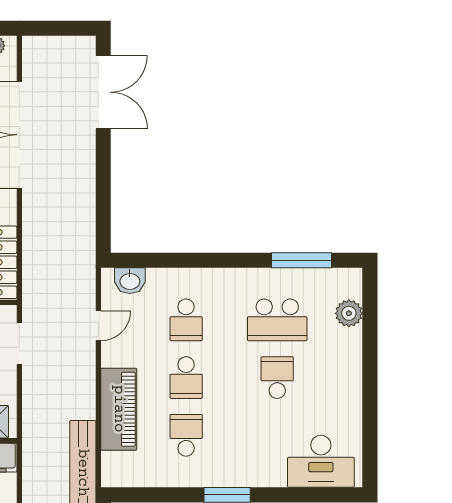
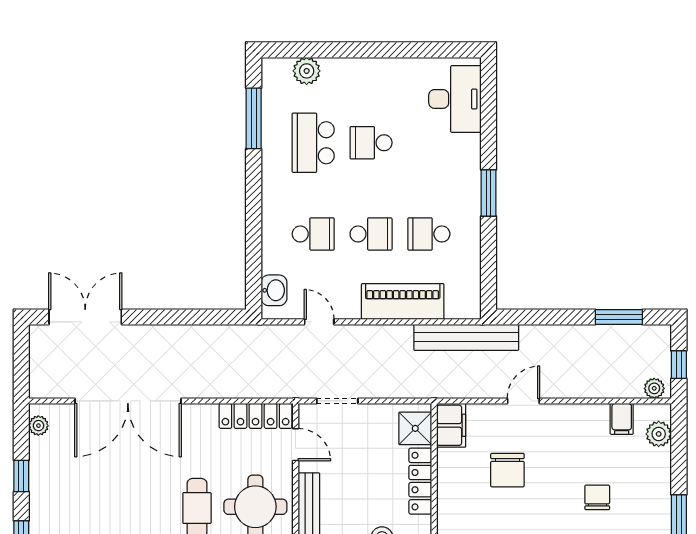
school desk: (277, 320) -> (313, 143), turned 180

